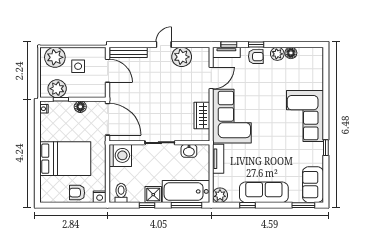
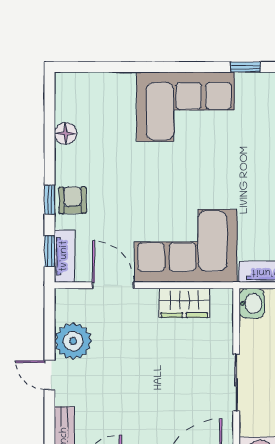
plant: (277, 54) -> (67, 159), removed
washbasin: (189, 151) -> (252, 303), moved

